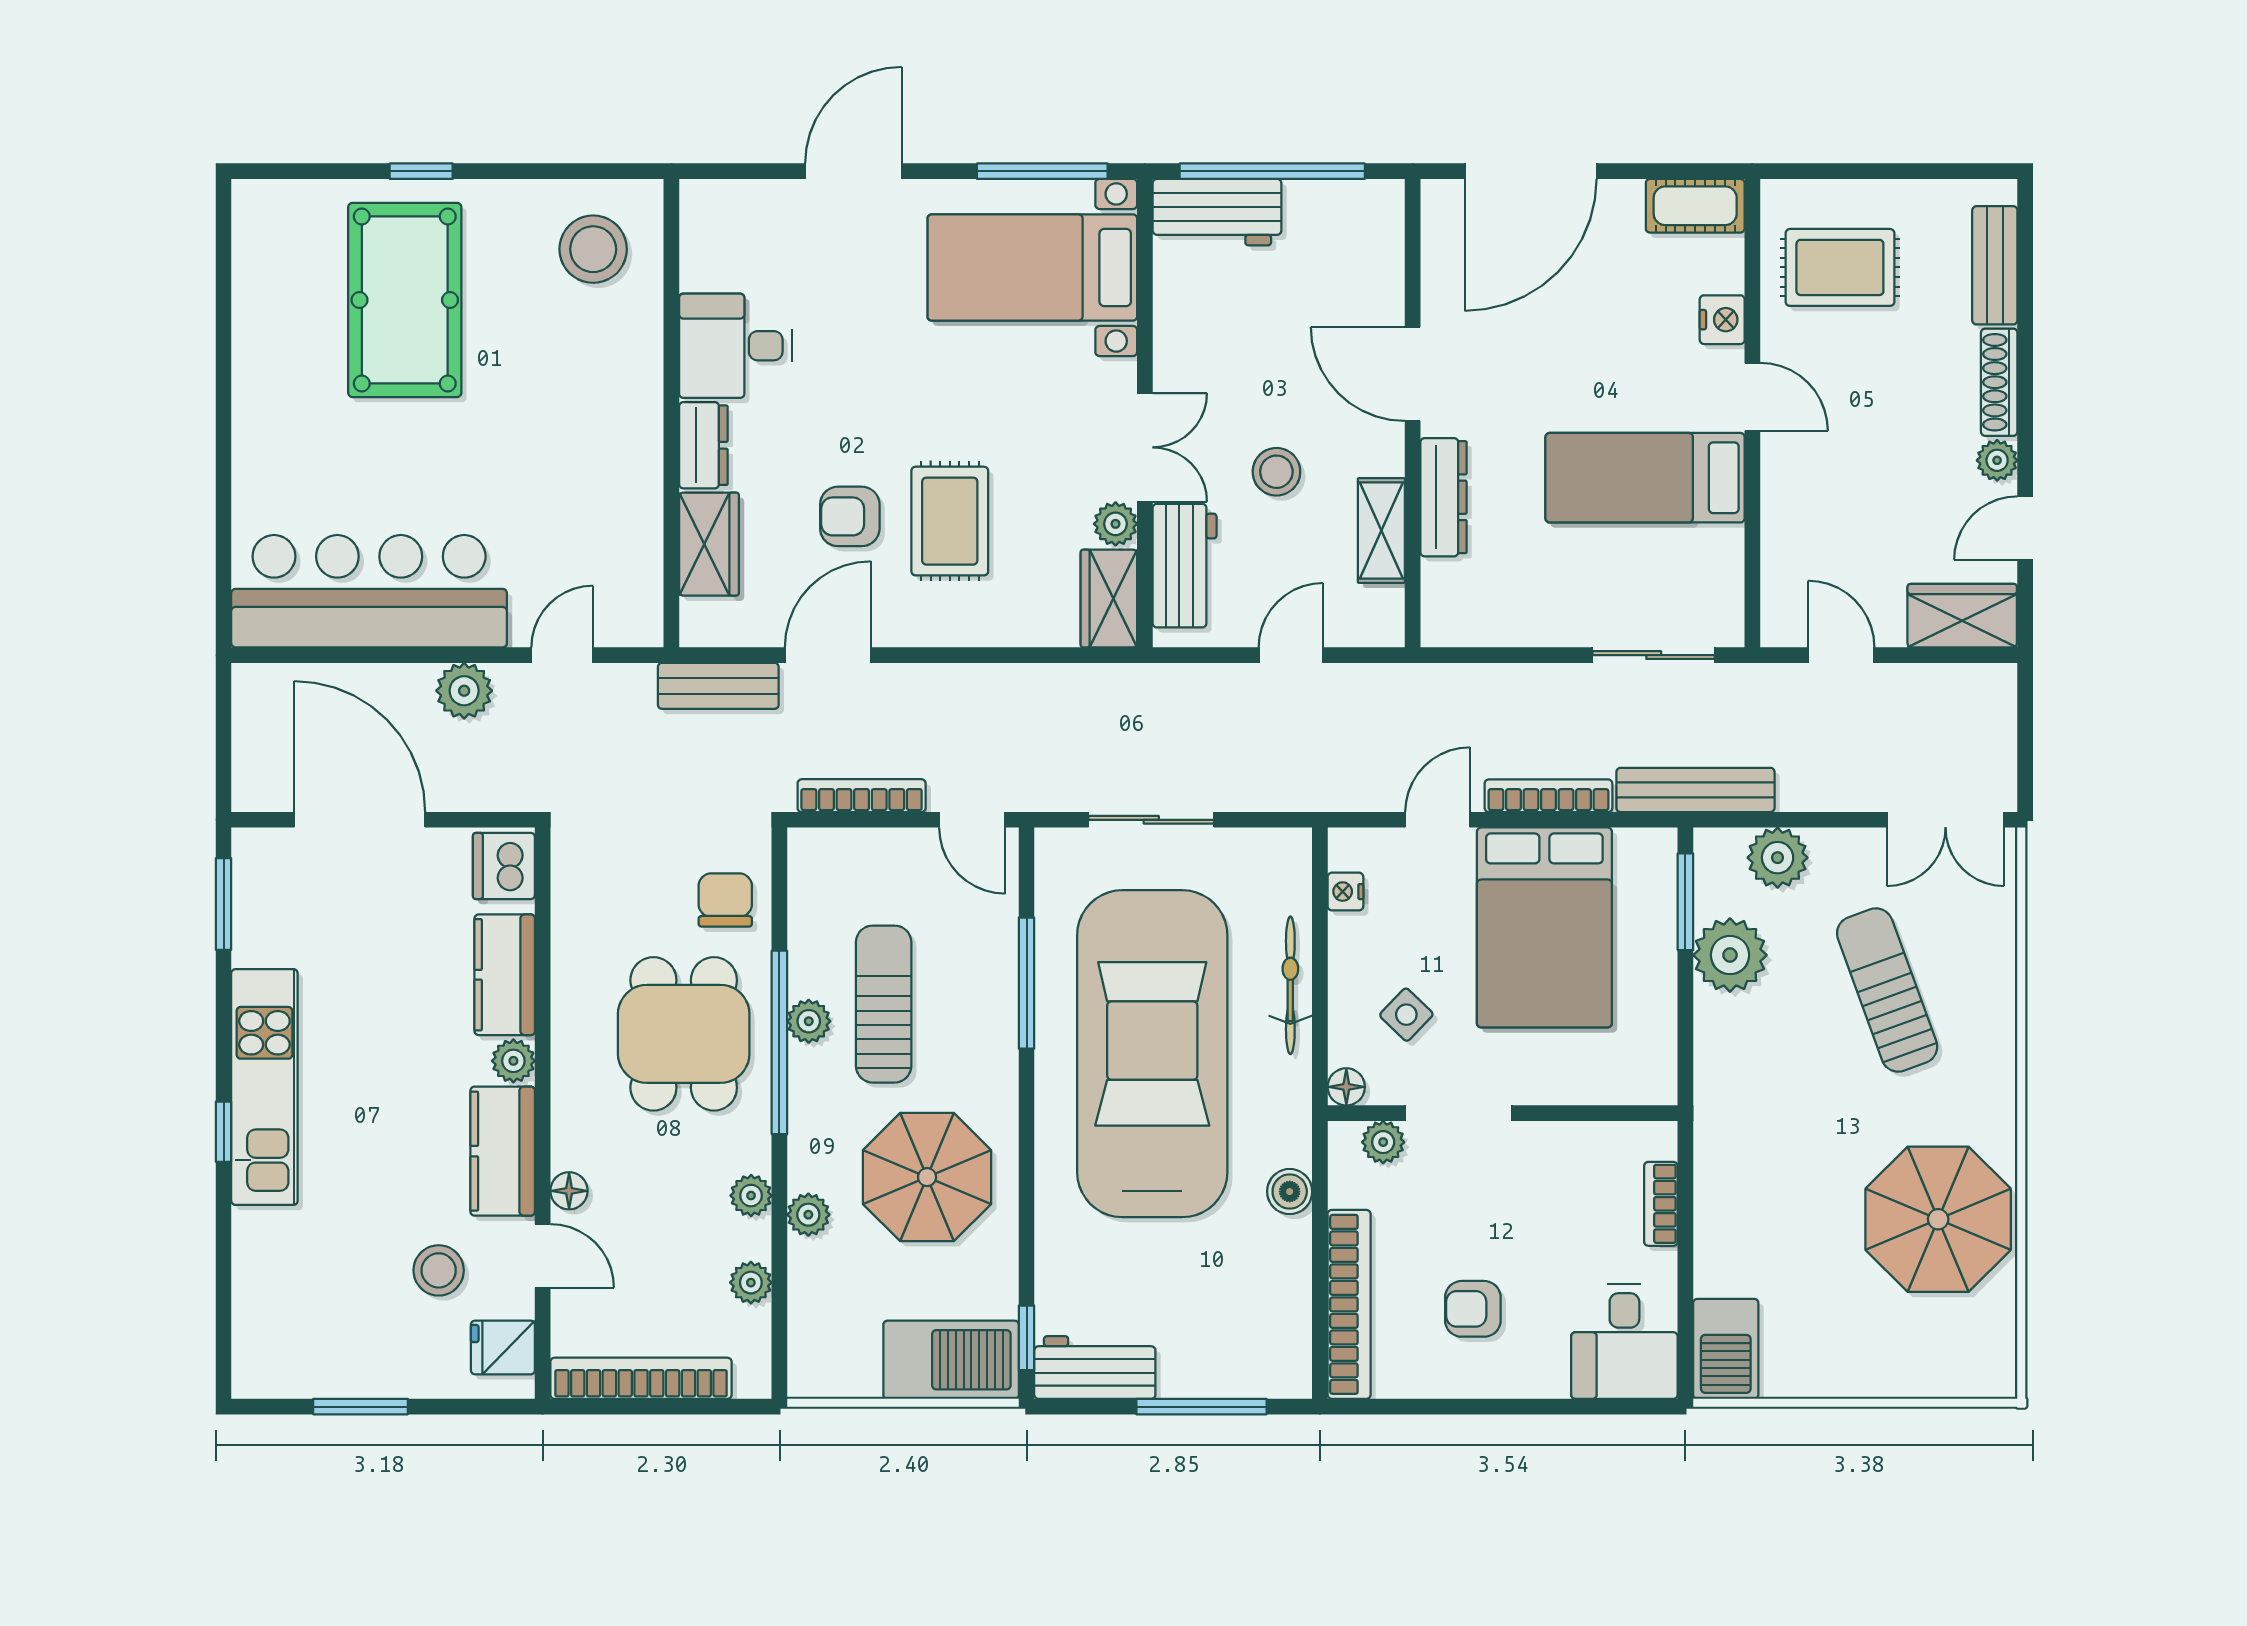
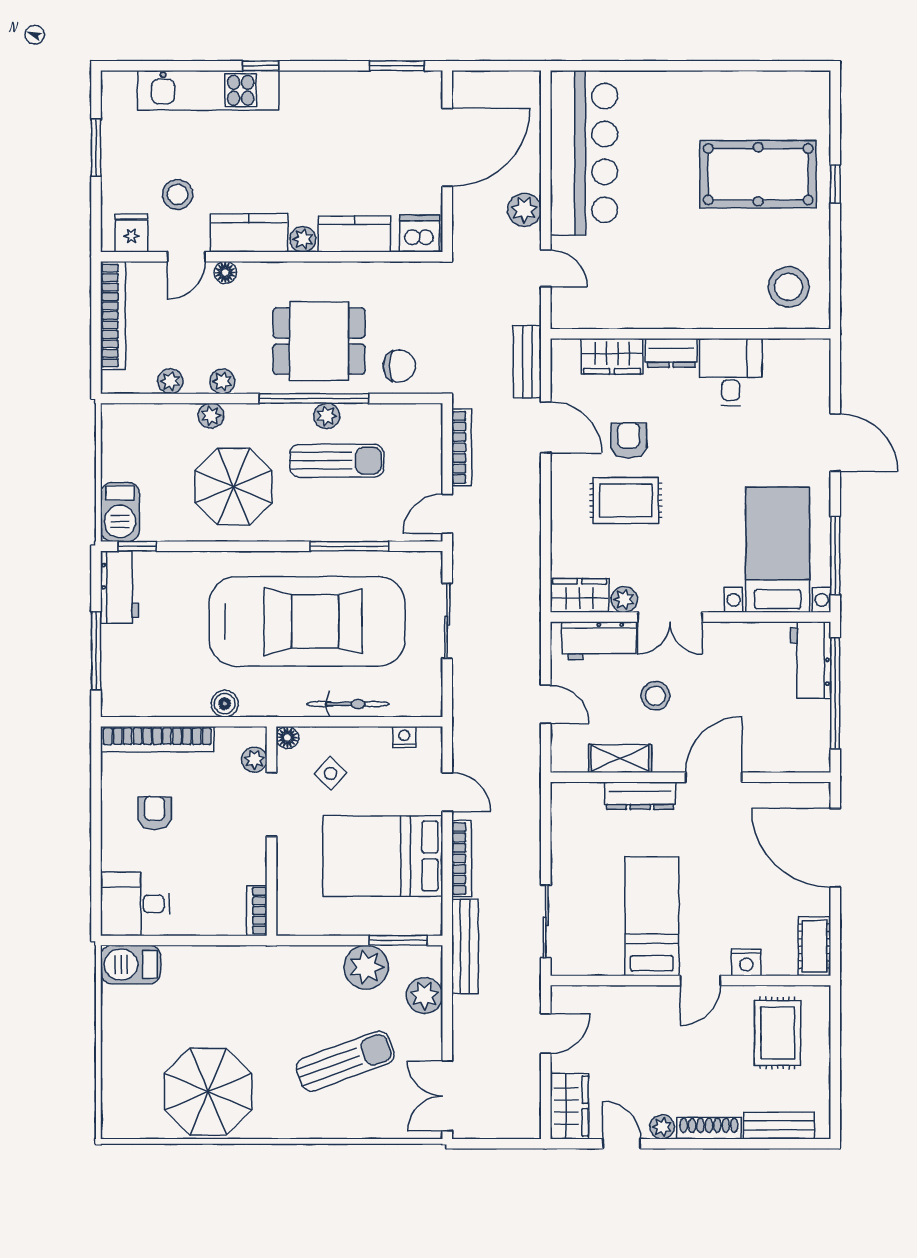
kitchen unit: (264, 1087) -> (208, 90), moved
bookcase: (1661, 1204) -> (257, 911), moved, turned -90
barbecue: (951, 1360) -> (120, 512), width x0.73, depth x0.83

